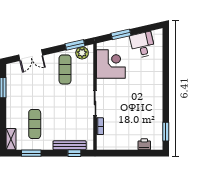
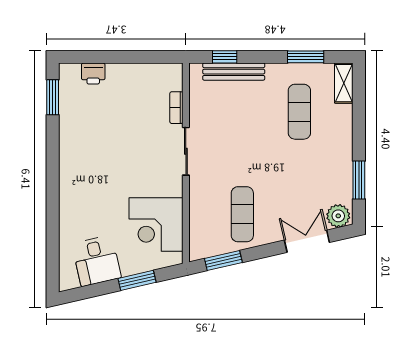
plant: (82, 53) -> (338, 216), moved

